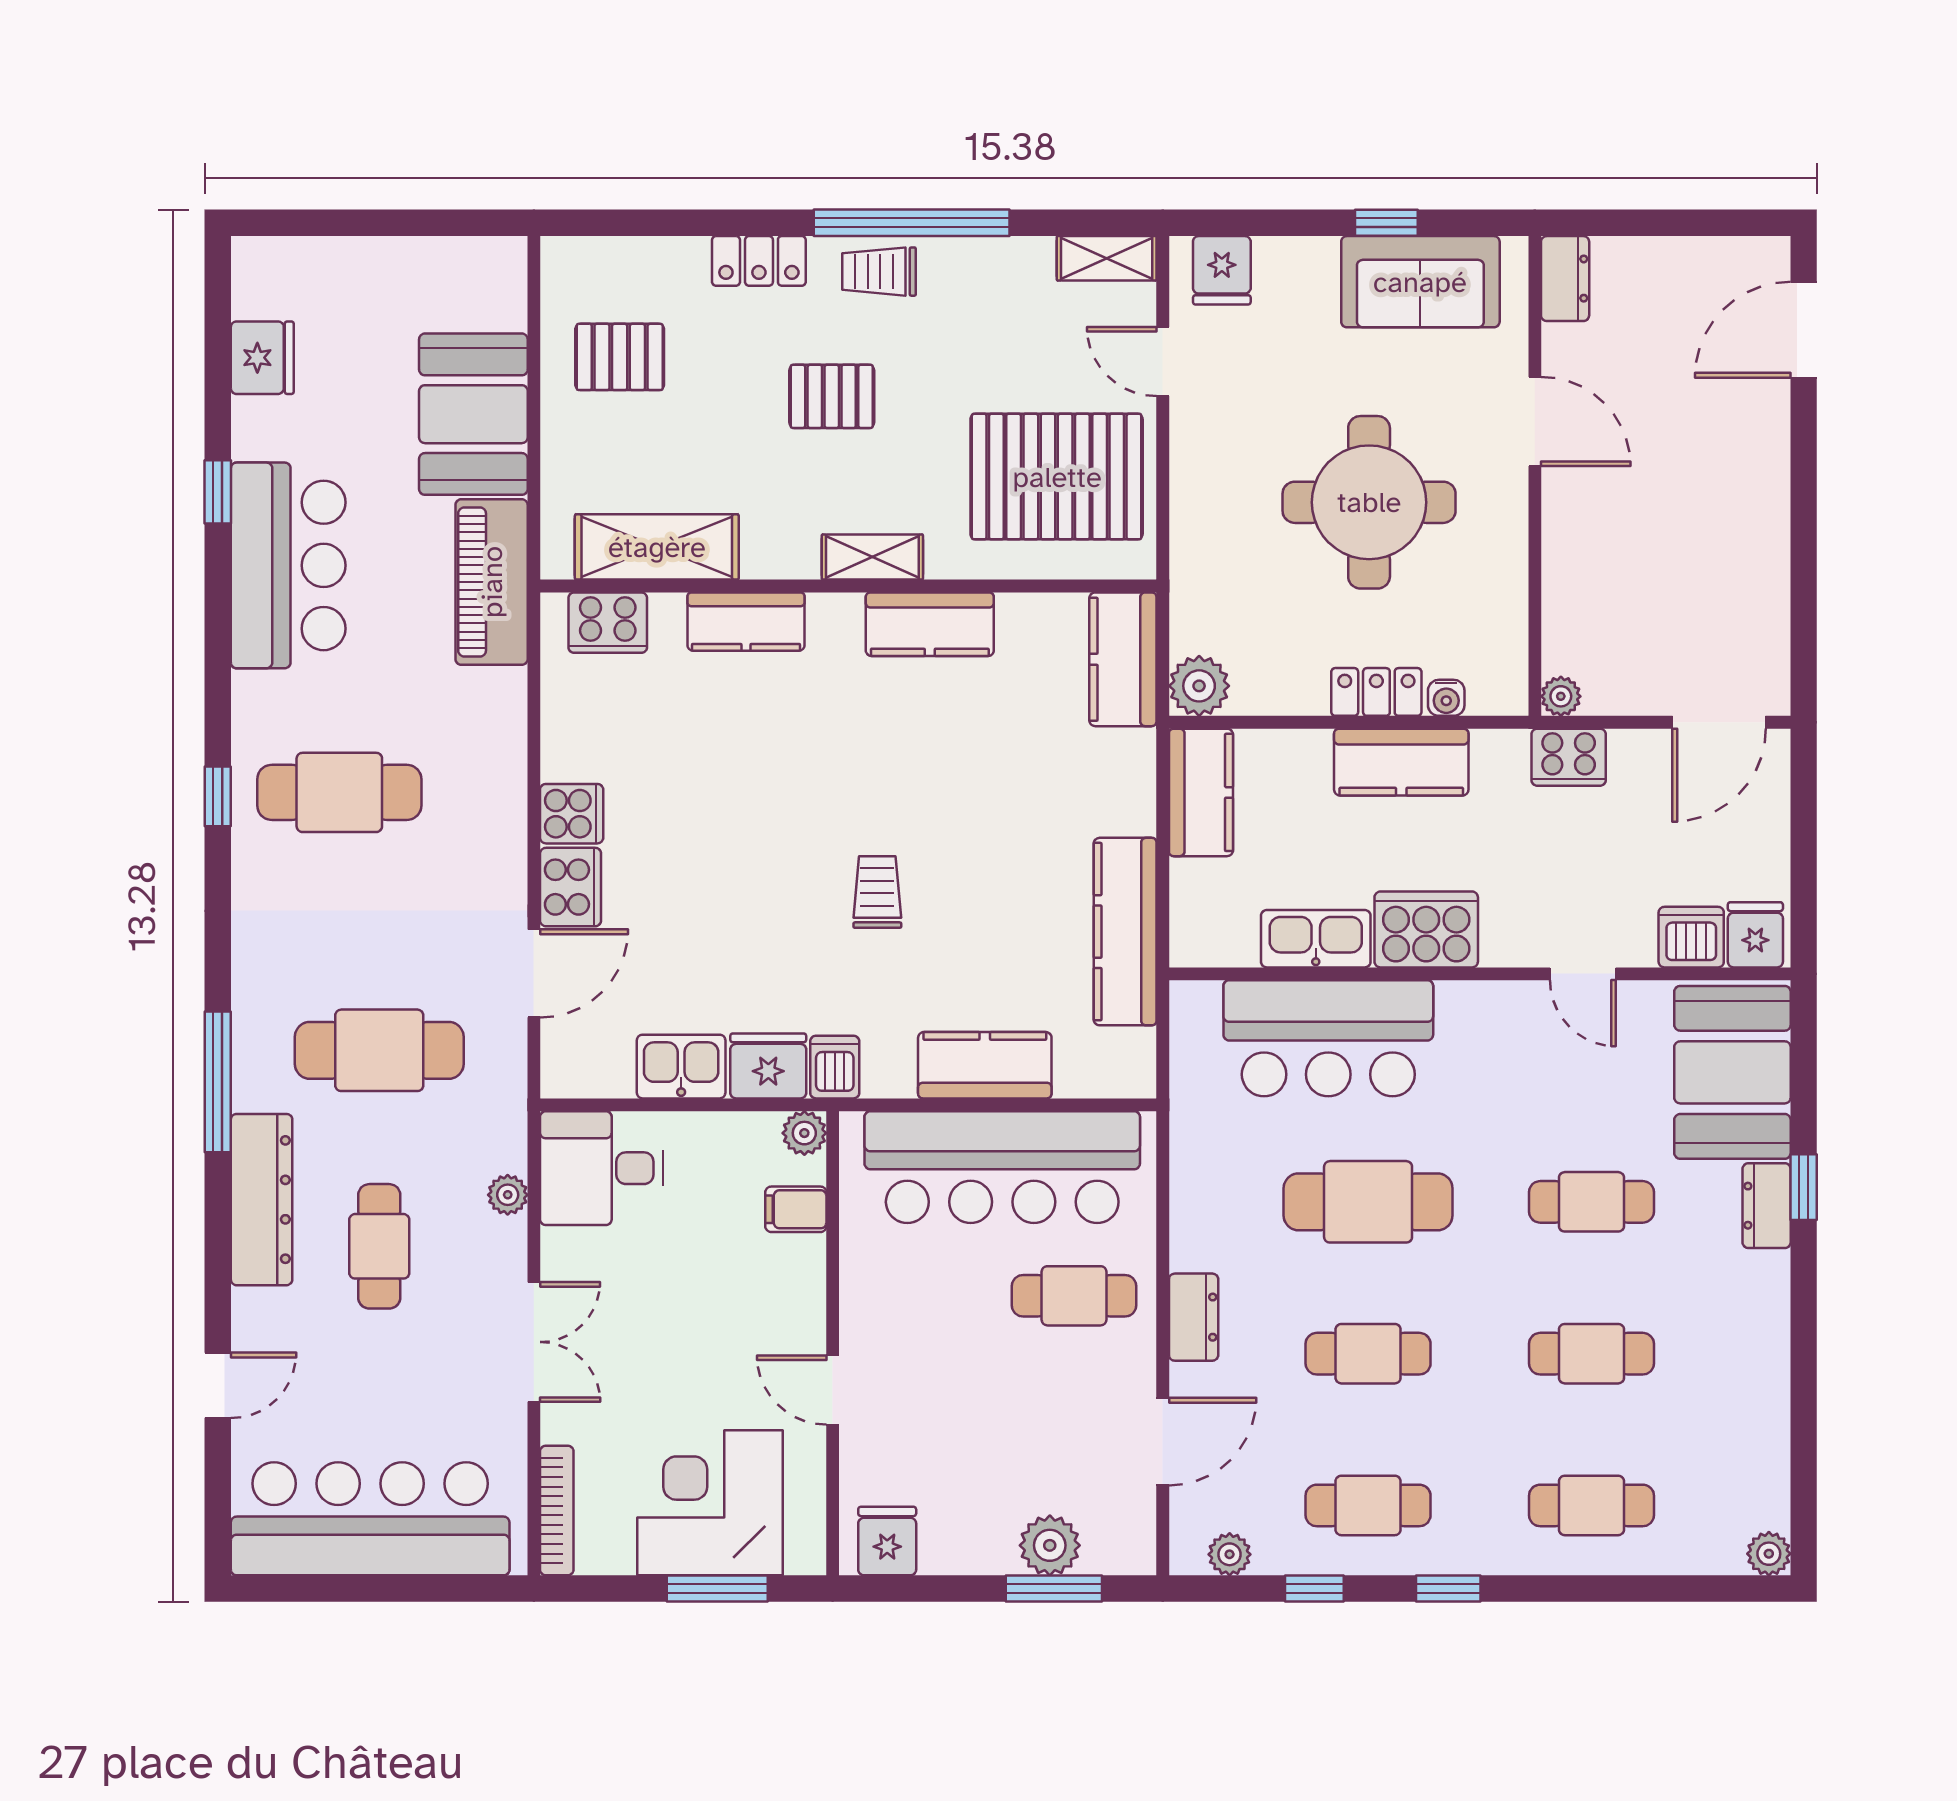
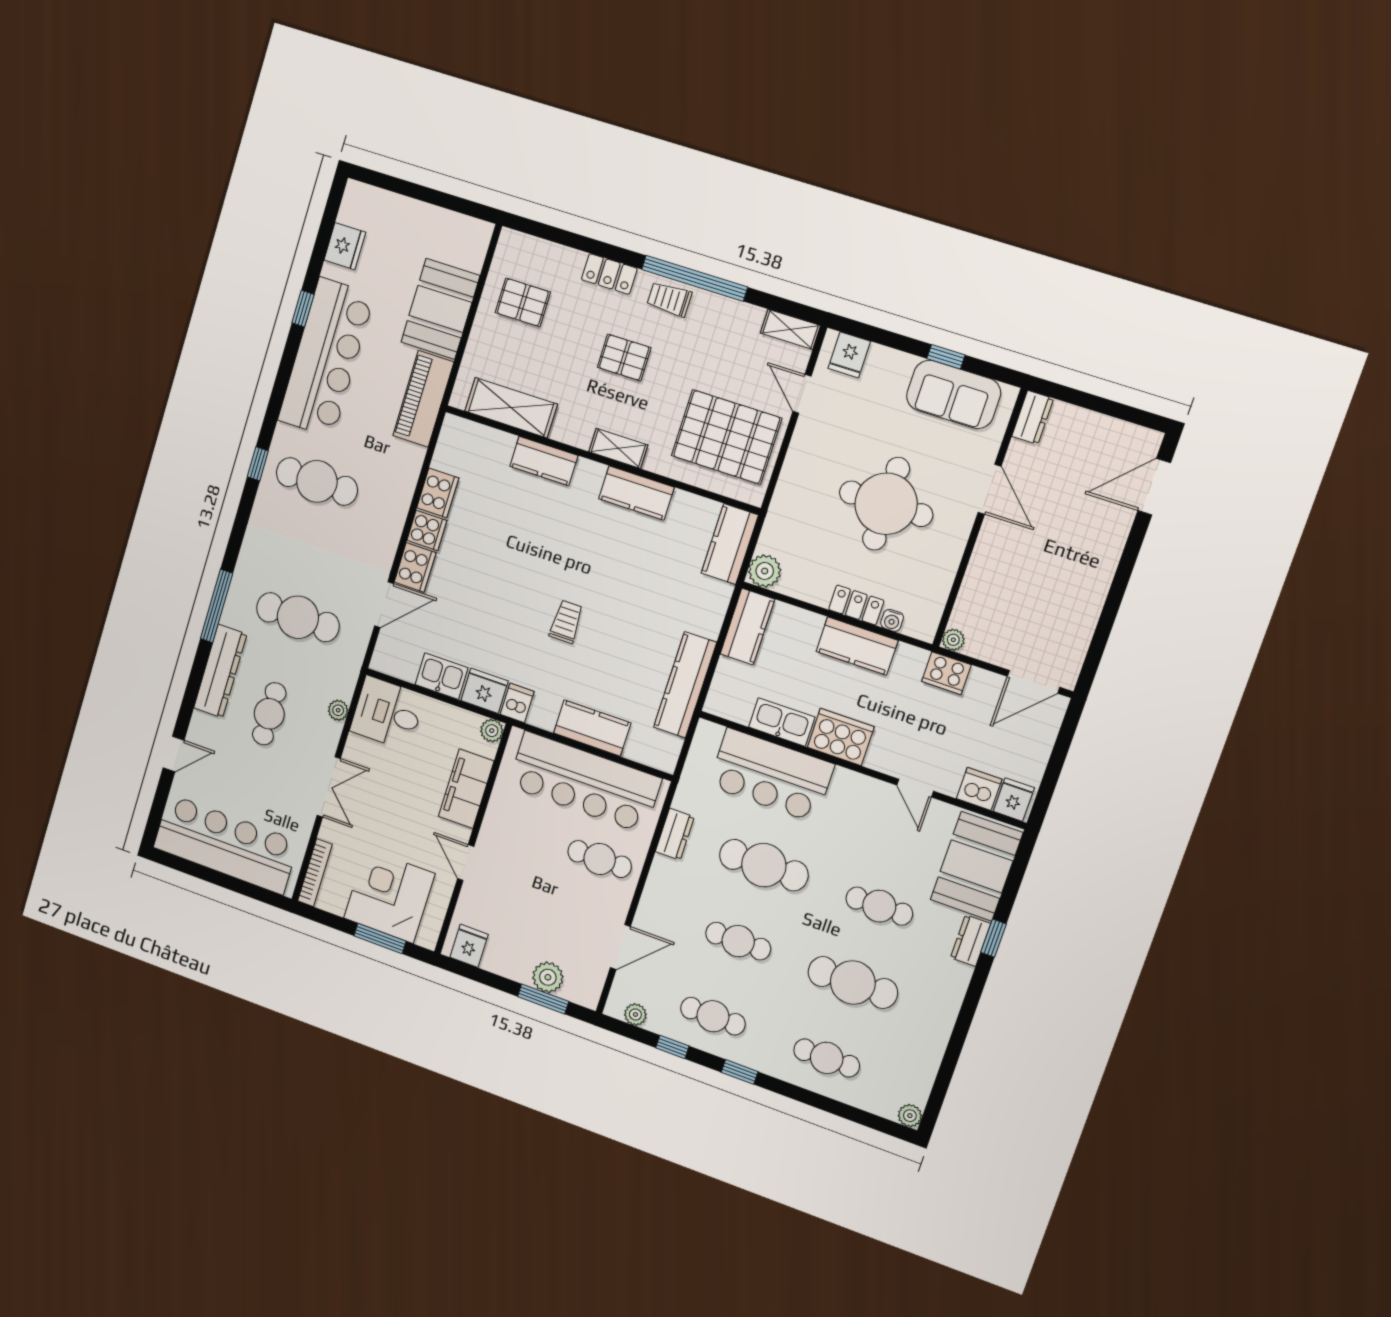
bar counter: (288, 565) -> (326, 358), width x1.36
cooker: (608, 623) -> (438, 493), moved, turned -90
filing cabinet: (796, 1209) -> (466, 789), width x3.00, depth x1.17
dresser: (1194, 1317) -> (675, 834), moved
cafe table: (1591, 1354) -> (853, 982), width x1.37, depth x1.35

